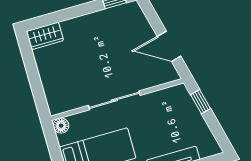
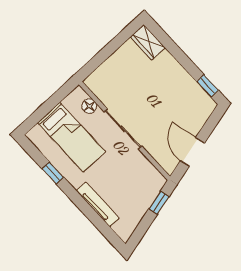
floor lamp: (61, 126) -> (89, 106), moved

